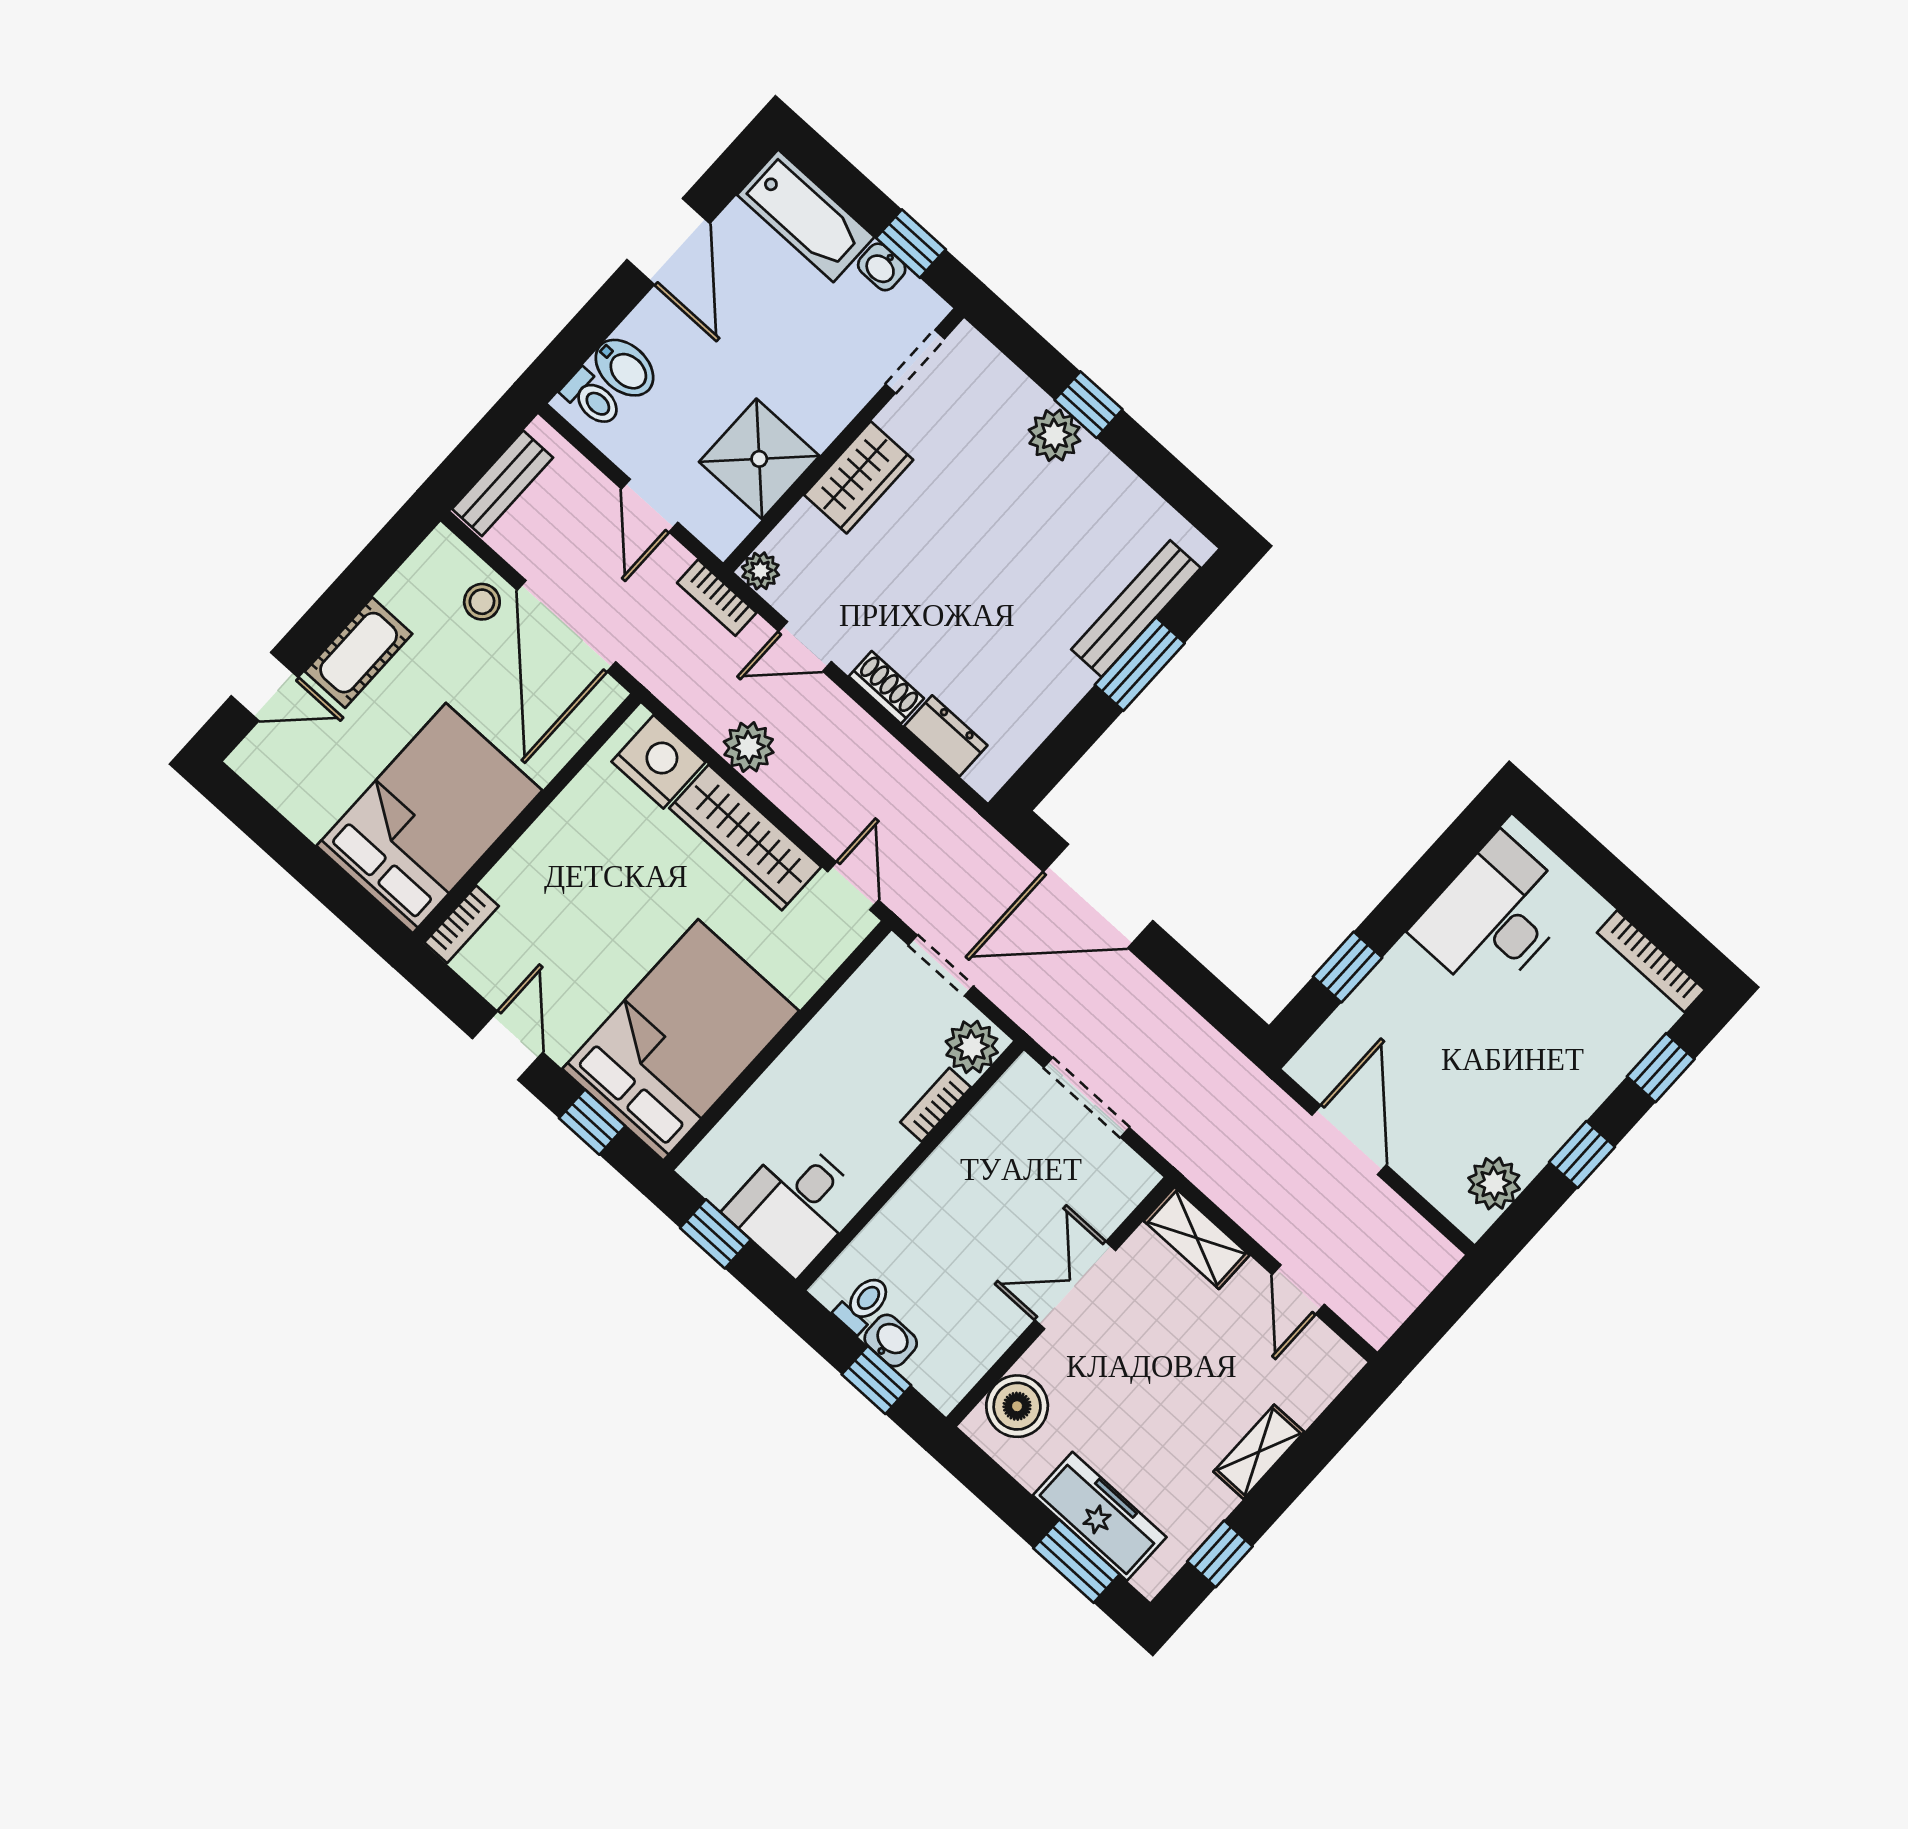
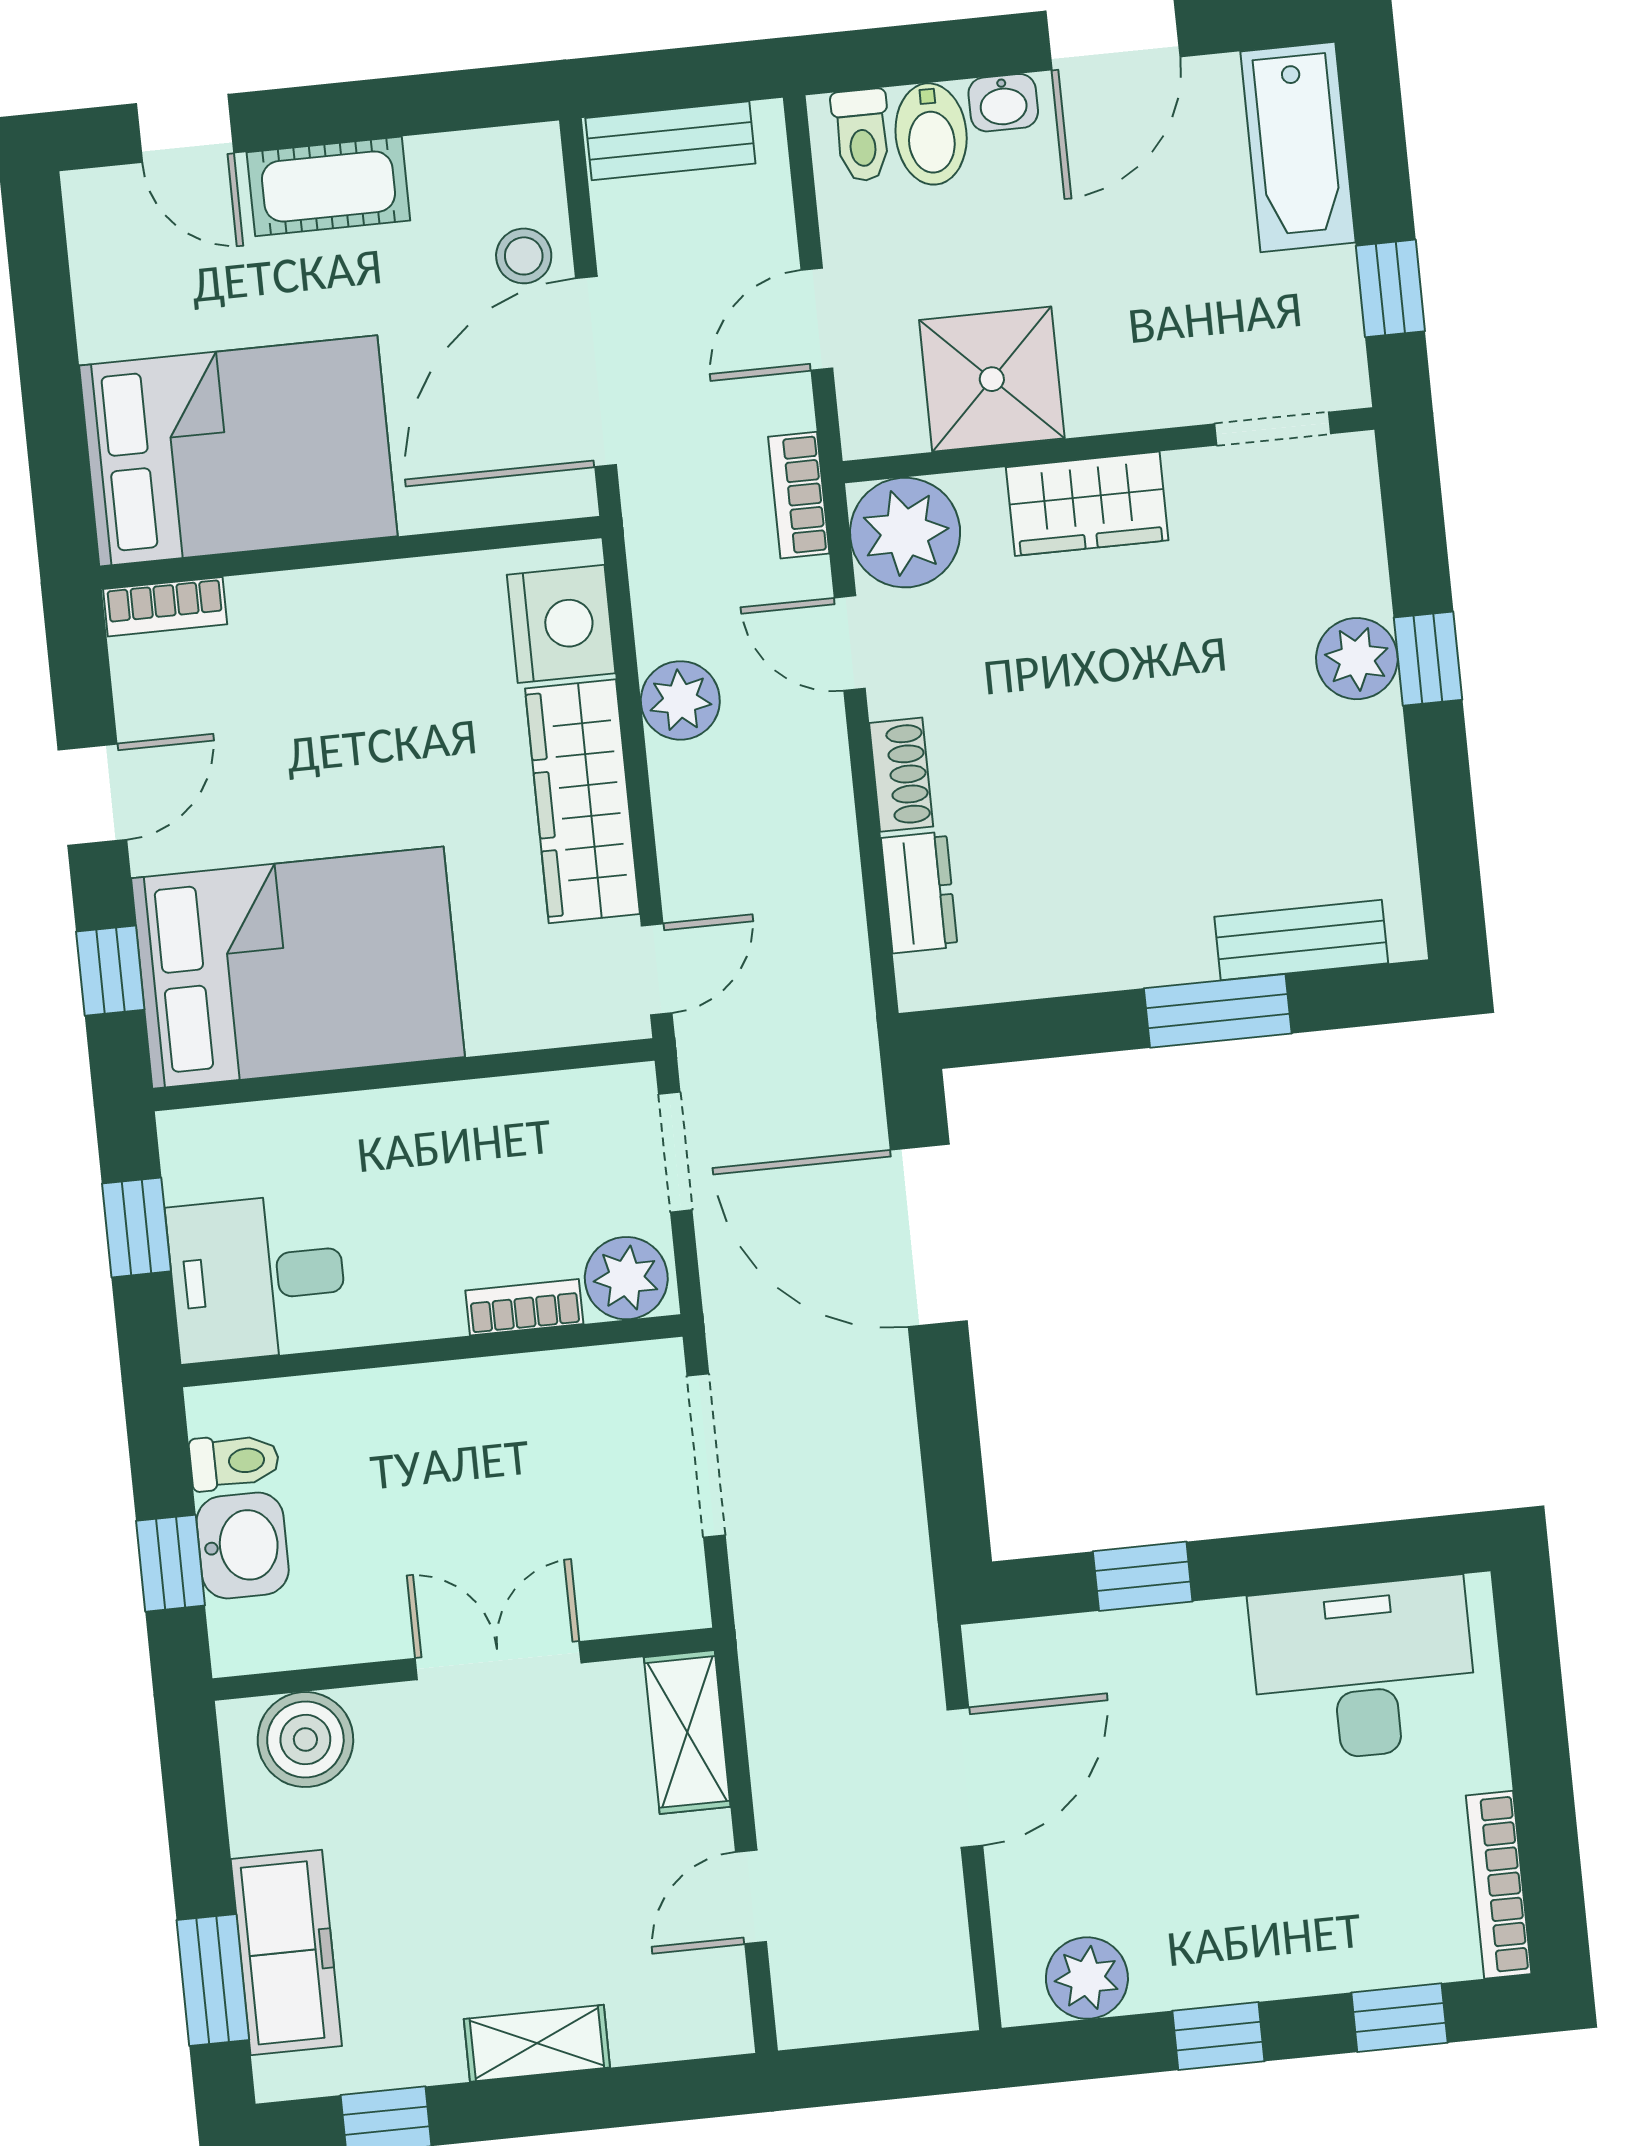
washbasin: (882, 267) -> (1003, 103), moved, turned -90
plant: (760, 571) -> (905, 533), width x1.87, depth x1.87
bench: (1136, 609) -> (1301, 940), width x0.73
washbasin: (891, 1341) -> (243, 1545), width x1.38, depth x1.45

